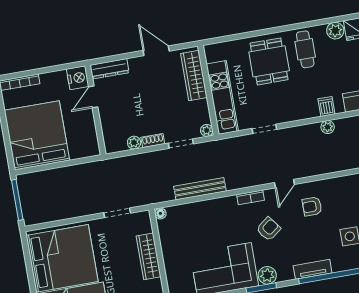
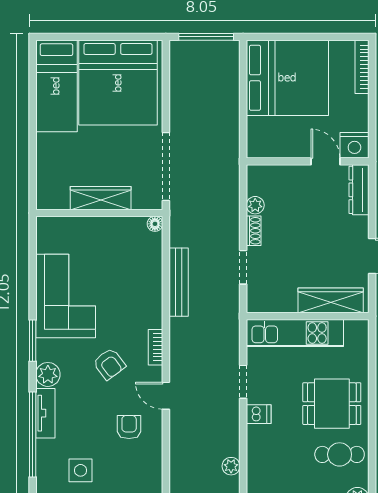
dishwasher: (326, 106) -> (259, 414), moved
plant: (207, 130) -> (255, 305), removed
doorway: (117, 213) -> (166, 166), width x1.87
plant: (267, 275) -> (48, 374), moved

